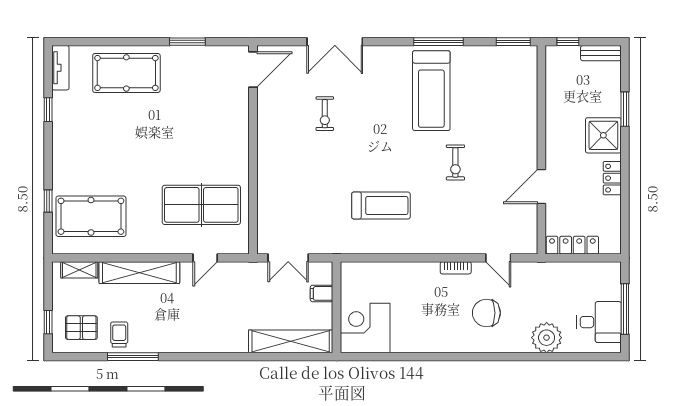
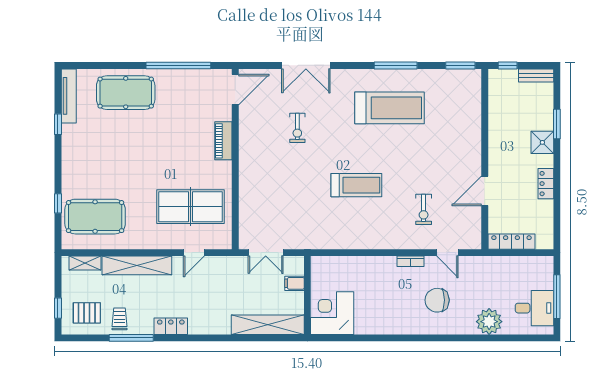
window: (187, 42) -> (178, 65), width x2.11
tv unit: (60, 68) -> (69, 96), width x1.41
treadmill: (431, 91) -> (389, 108), turned -90
piano: (239, 129) -> (223, 141), added
shower: (603, 135) -> (542, 142), width x0.73, depth x0.73
exercise bike: (455, 163) -> (424, 209), moved
treadmill: (381, 205) -> (356, 185), moved
locker: (179, 343) -> (171, 326), added

